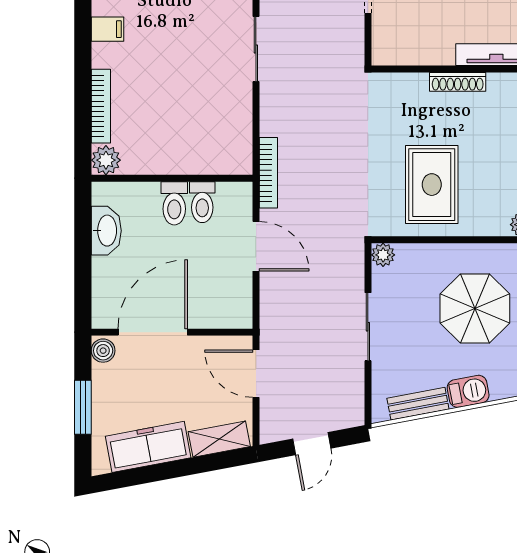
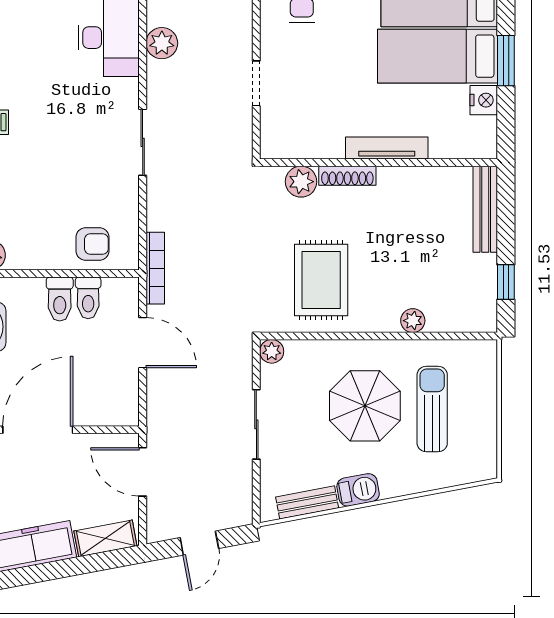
plant: (412, 88) -> (301, 182), added
armchair: (207, 149) -> (92, 244), added

